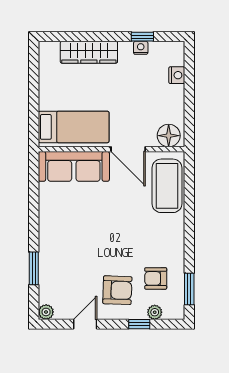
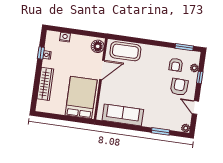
bed: (74, 127) -> (81, 98), width x1.50
sofa: (74, 166) -> (123, 115), moved, turned -90

